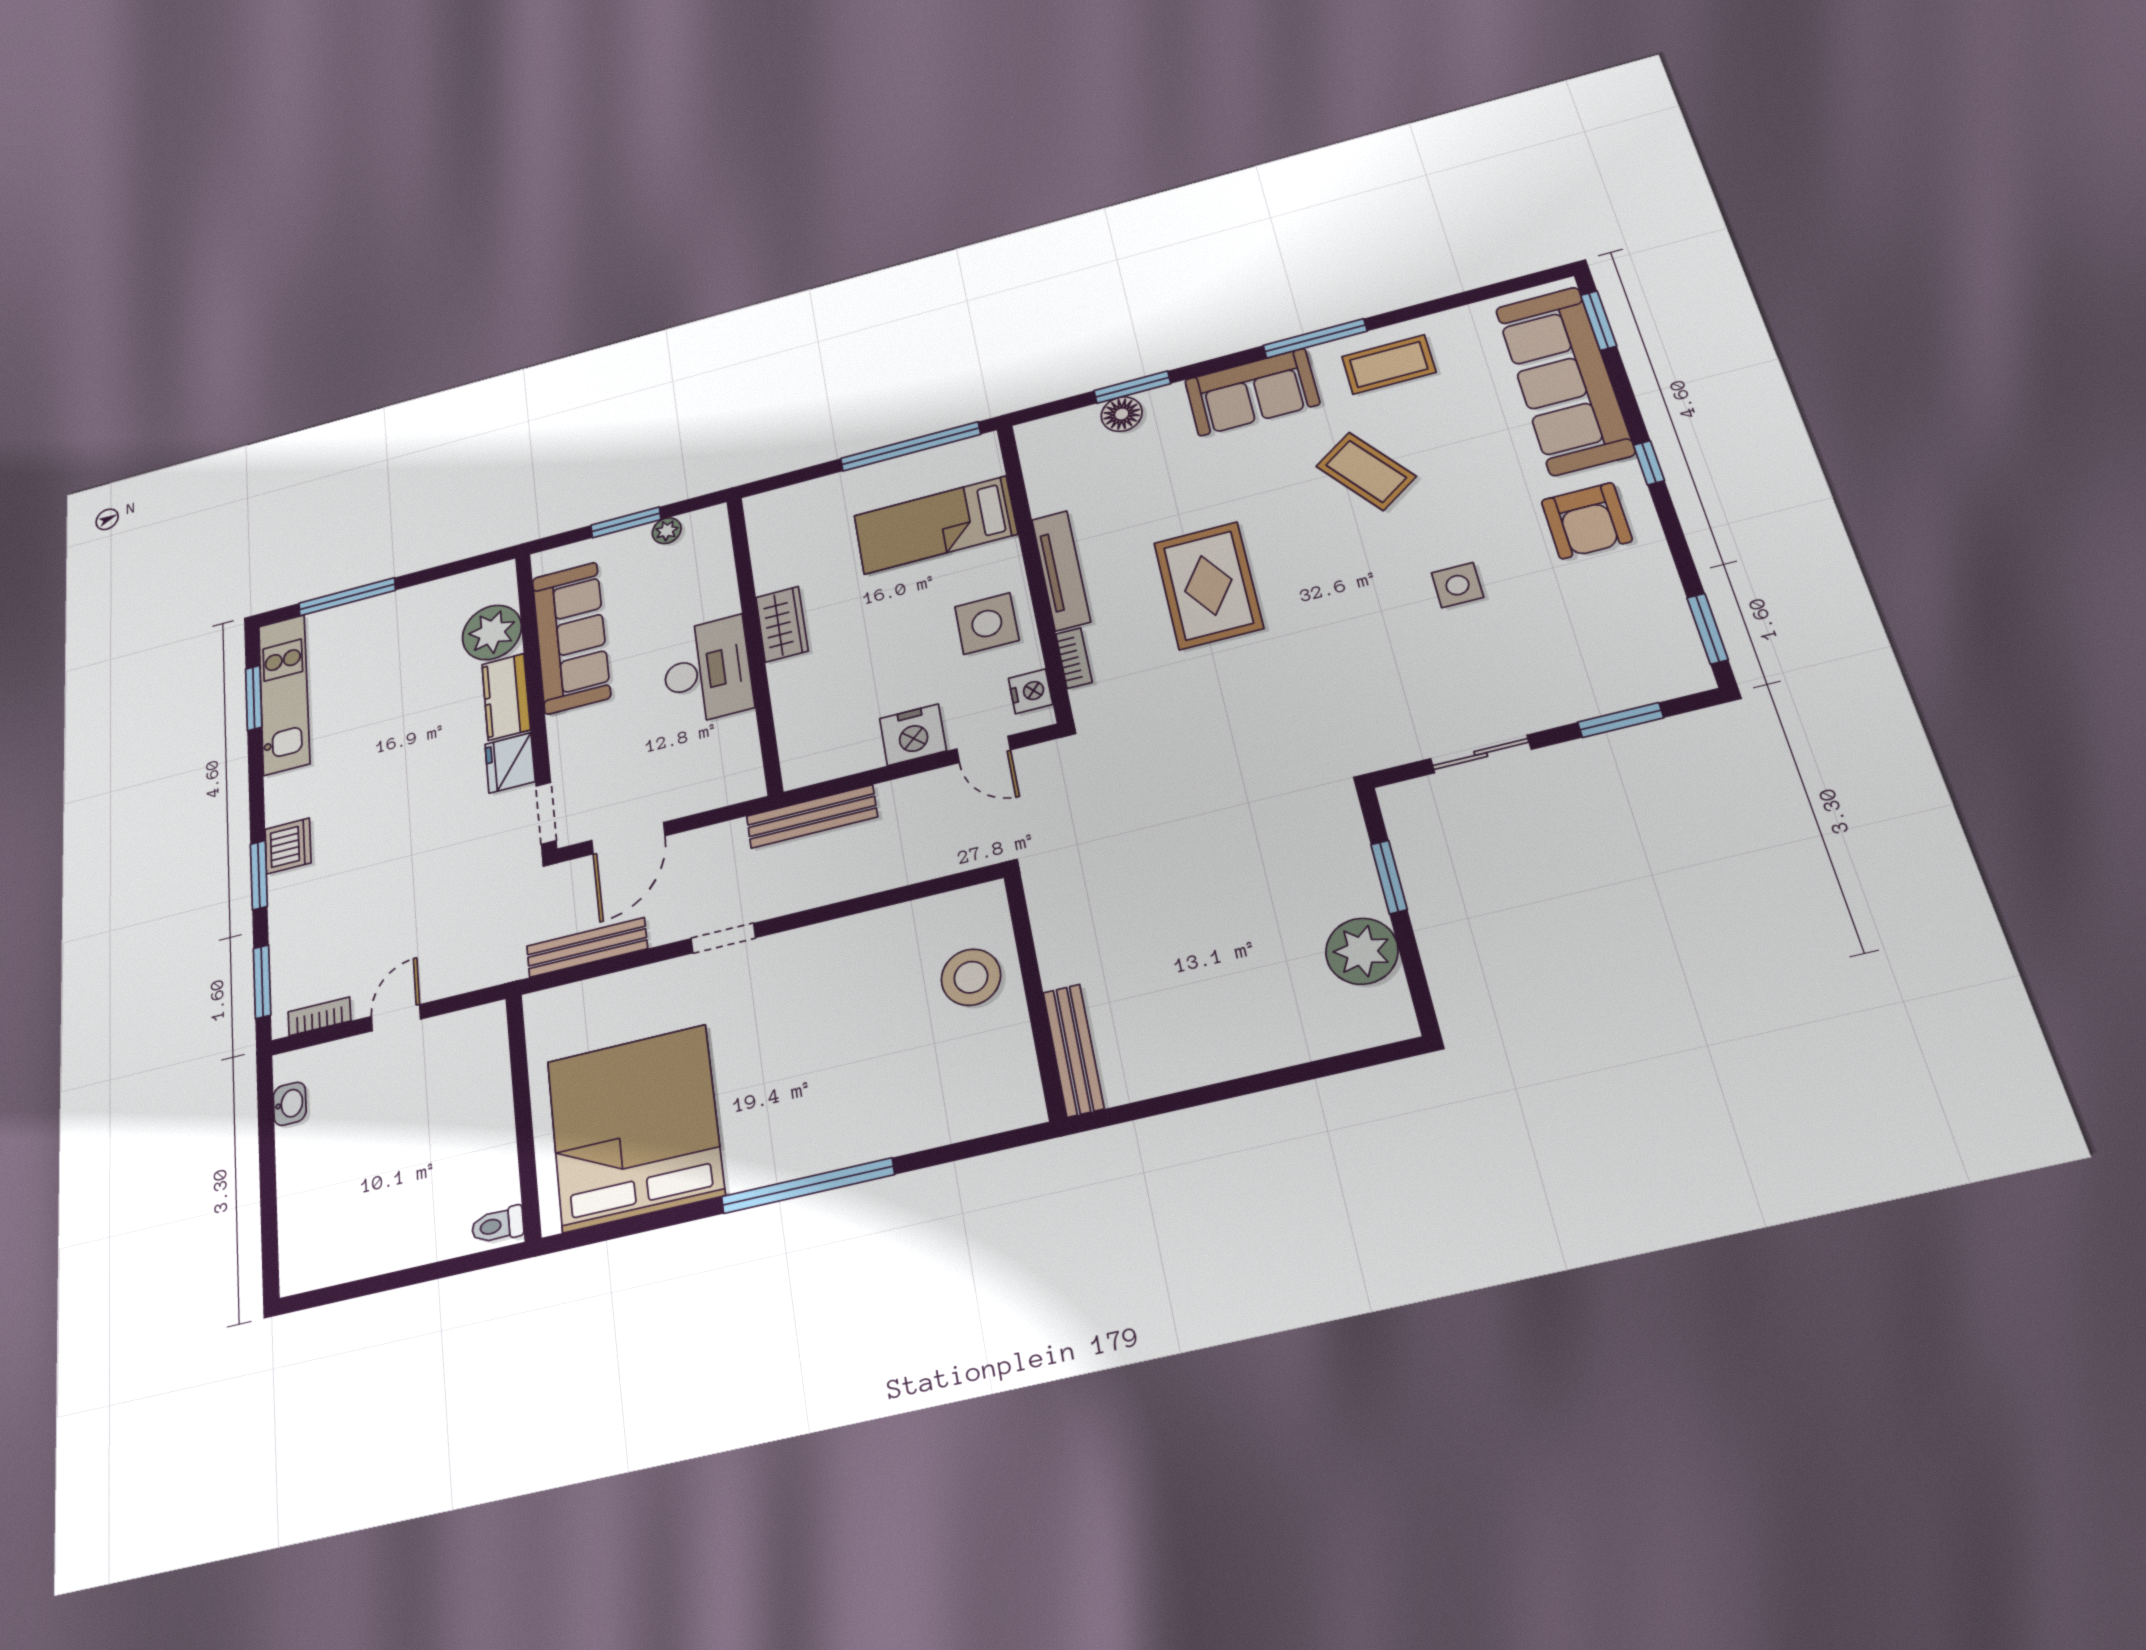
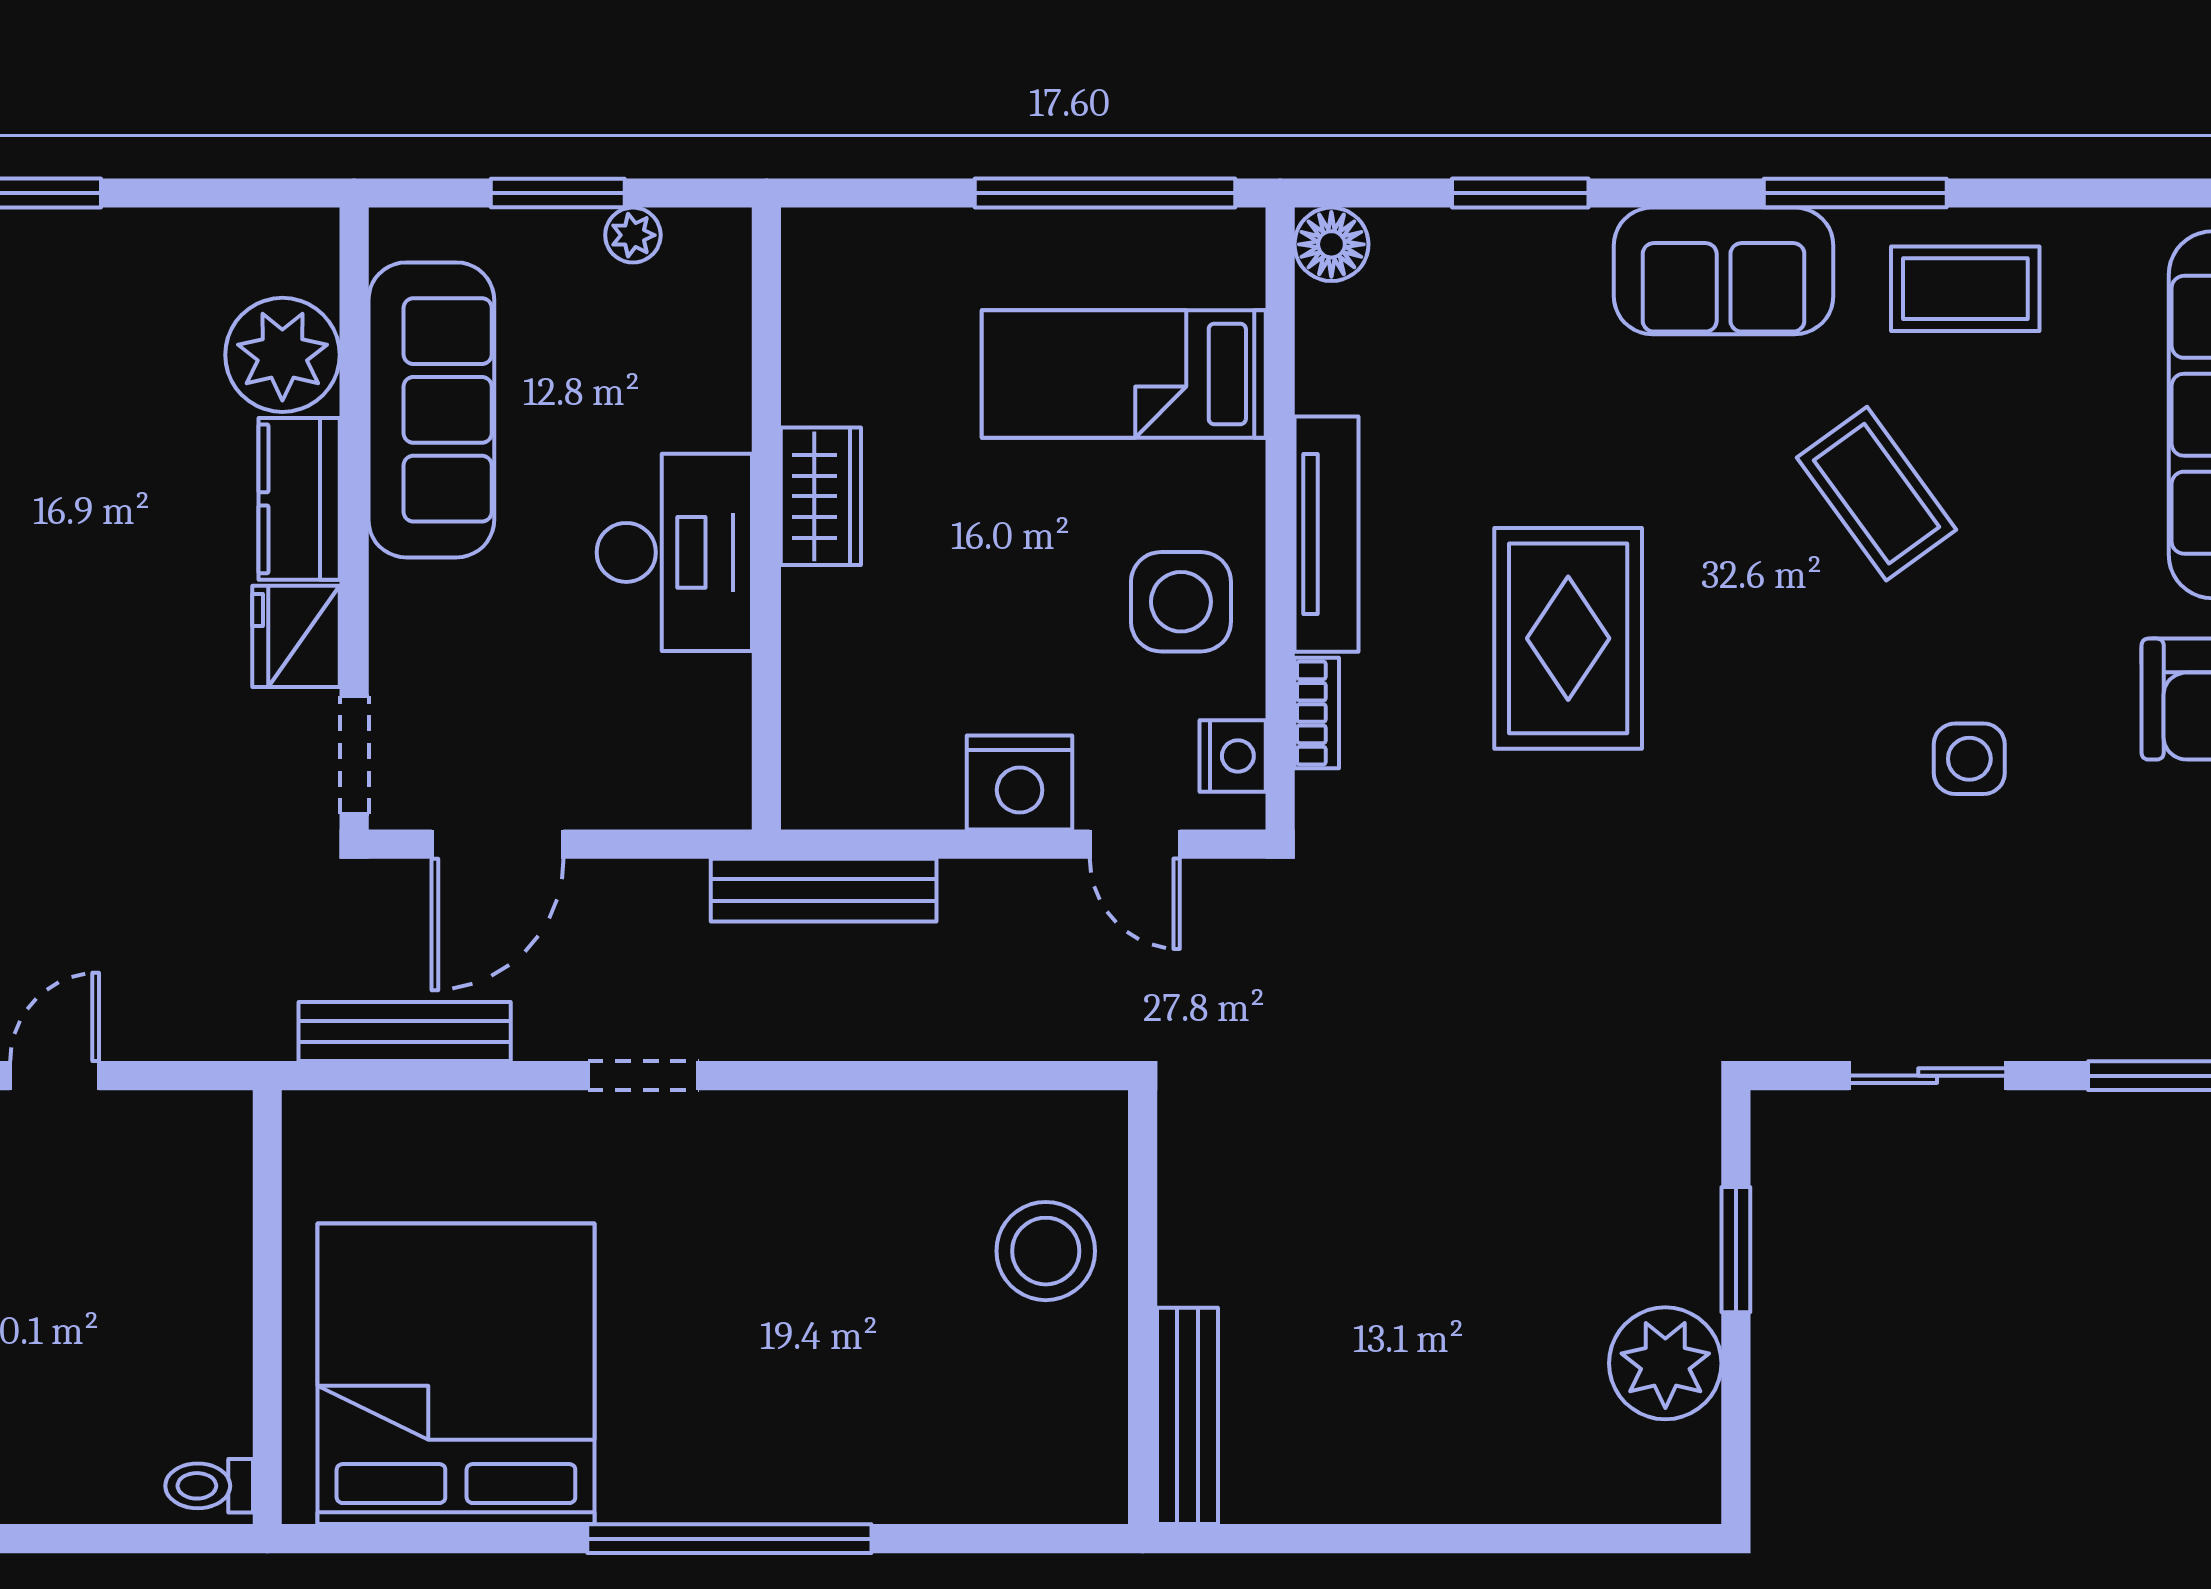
floor lamp: (1122, 414) -> (1331, 244), moved

